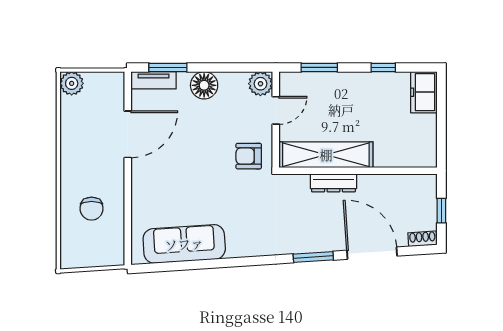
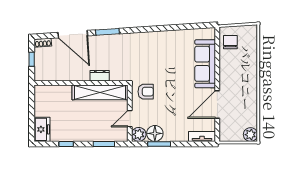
window: (168, 67) -> (159, 144), moved
floor lamp: (204, 85) -> (155, 133), moved
dresser: (333, 183) -> (100, 76), width x0.70
chair: (92, 209) -> (230, 42), moved
sofa: (184, 244) -> (205, 64), moved, turned 94

